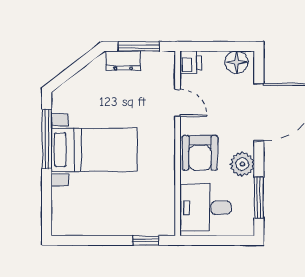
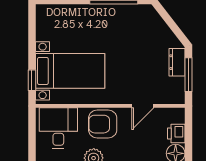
printer: (190, 62) -> (176, 133), moved, turned 90
bed with nightstands: (94, 150) -> (70, 71), moved, turned -90

